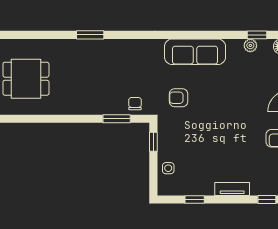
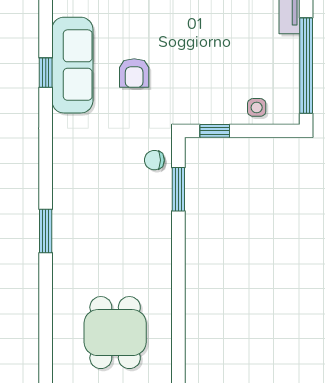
window: (190, 35) -> (46, 73), added
armchair: (179, 98) -> (134, 73), moved
window: (195, 200) -> (306, 66), width x3.17

